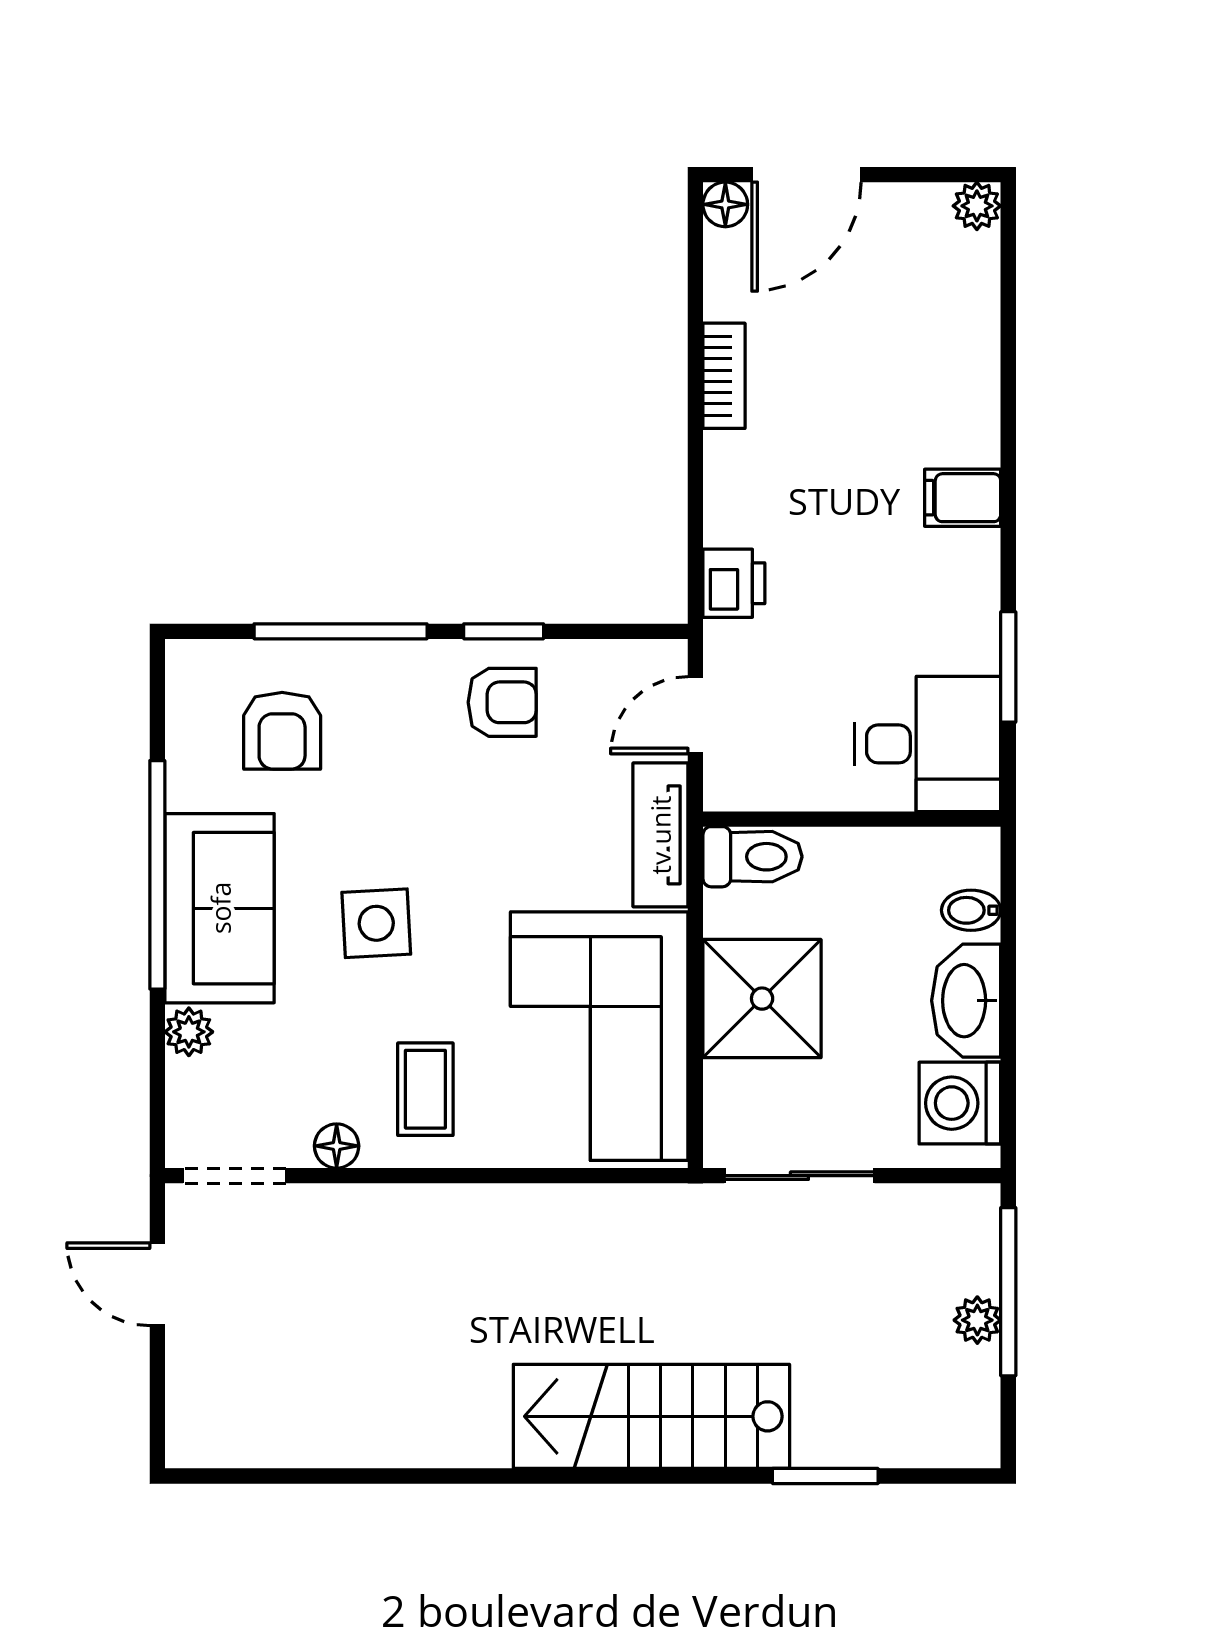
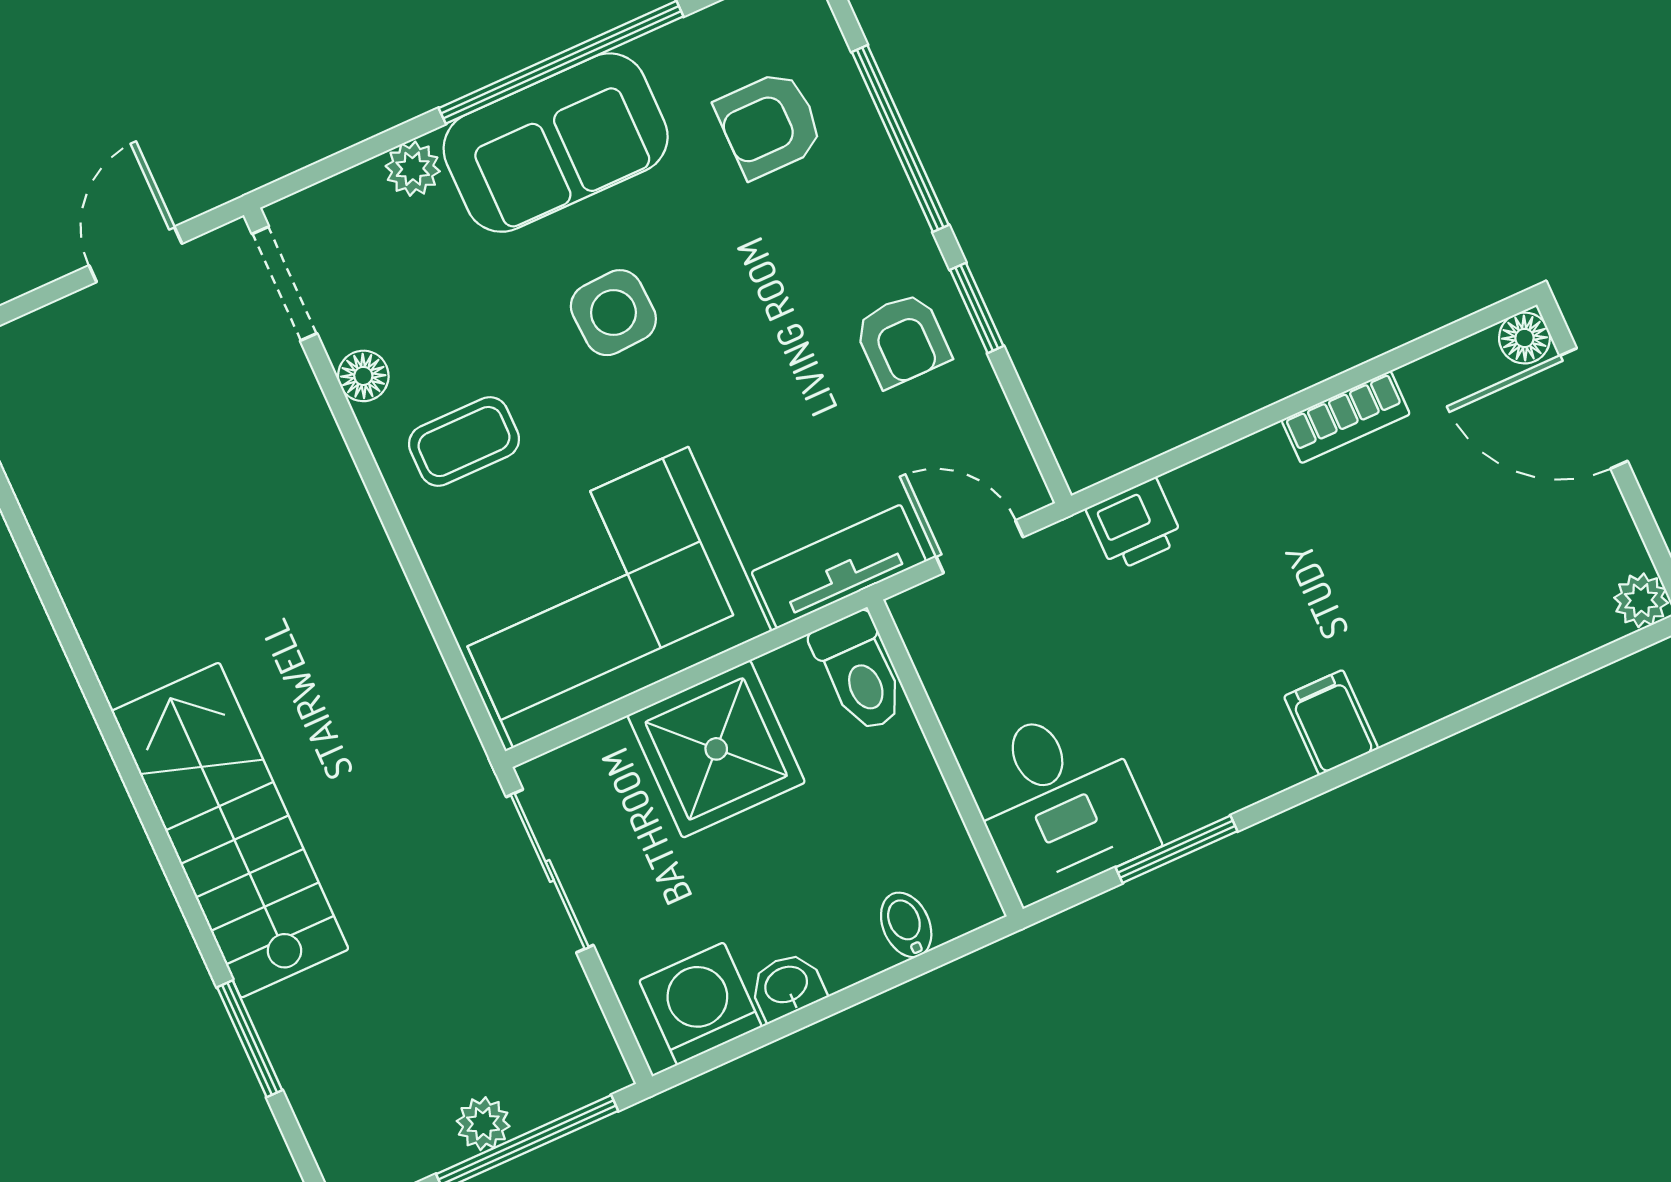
washbasin: (966, 1001) -> (787, 986), width x0.52, depth x0.69

